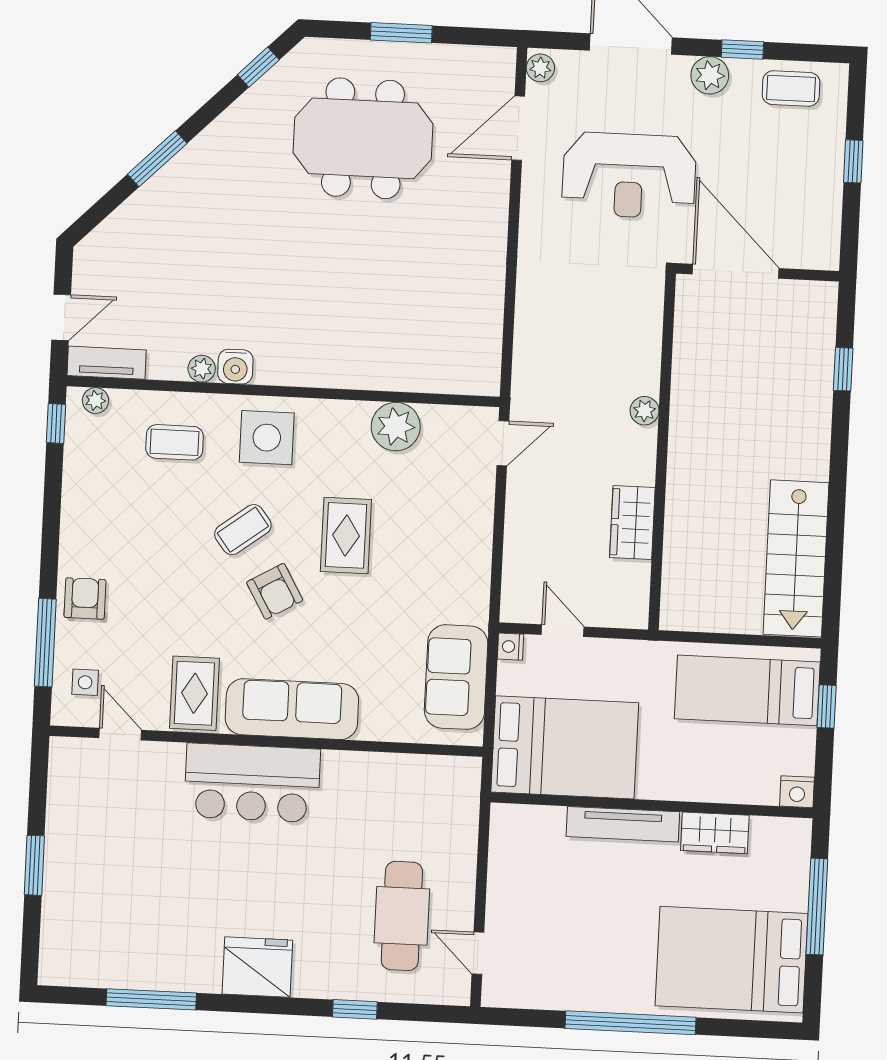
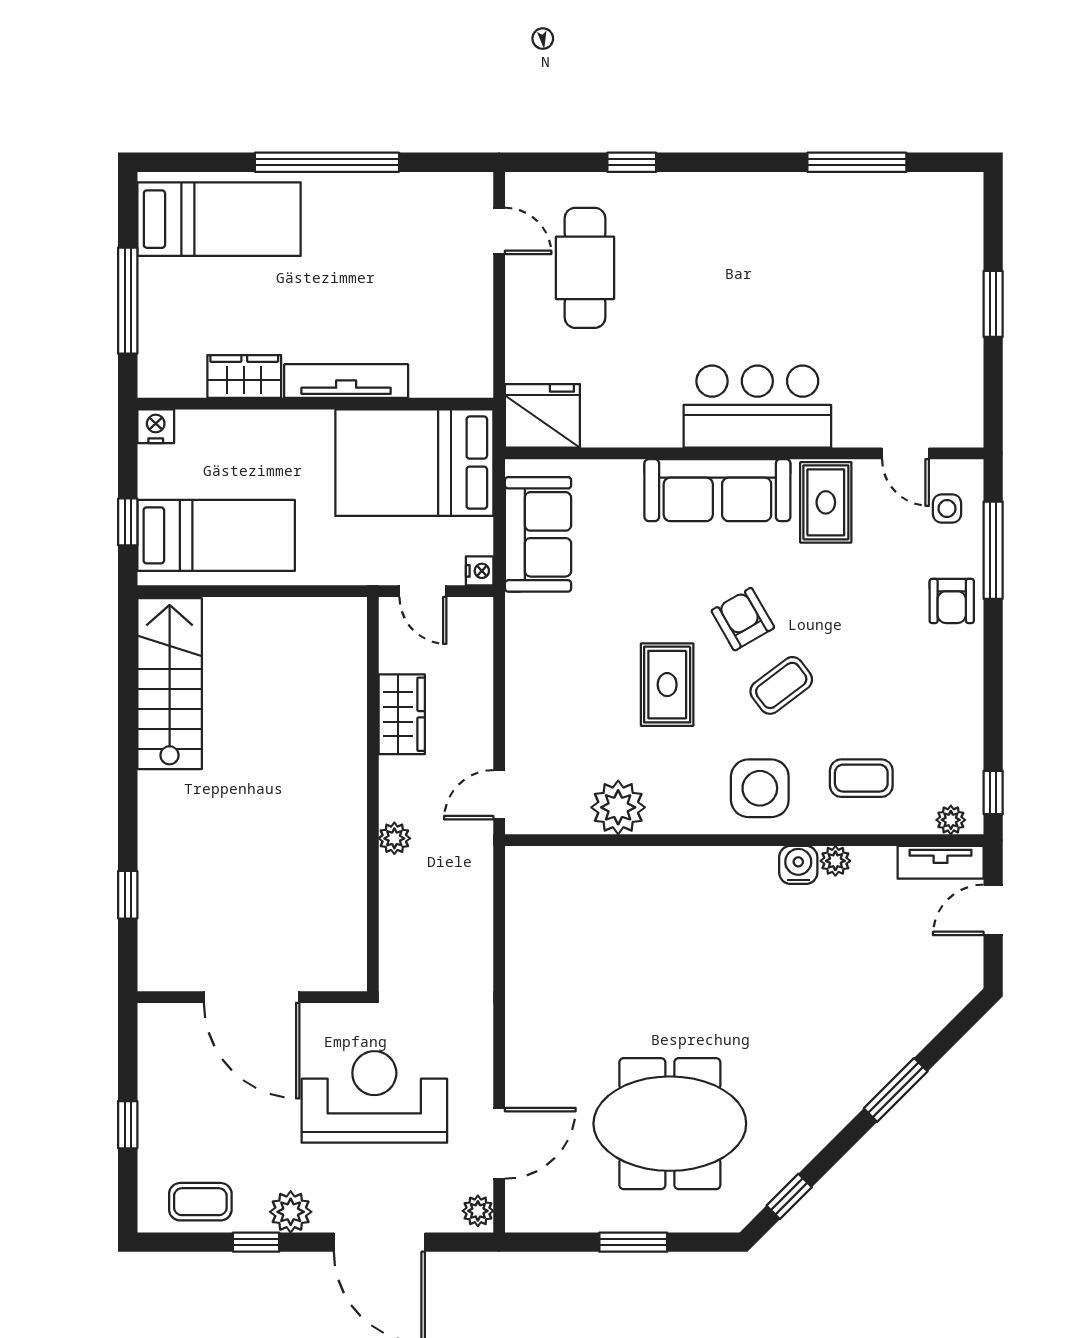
plant: (645, 411) -> (394, 838), moved
wall: (662, 452) -> (373, 794), moved
wardrobe: (632, 523) -> (402, 714), moved
bed: (731, 960) -> (219, 219), width x0.67
fridge: (257, 967) -> (542, 416), moved, turned 180

